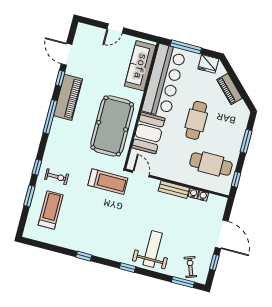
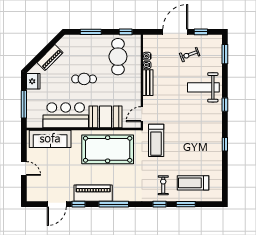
bar counter: (164, 81) -> (66, 115), width x0.73
cafe table: (196, 120) -> (84, 79), width x0.73, depth x0.74
treadmill: (108, 182) -> (156, 140), turned 180
exercise bike: (190, 267) -> (190, 55), moved

